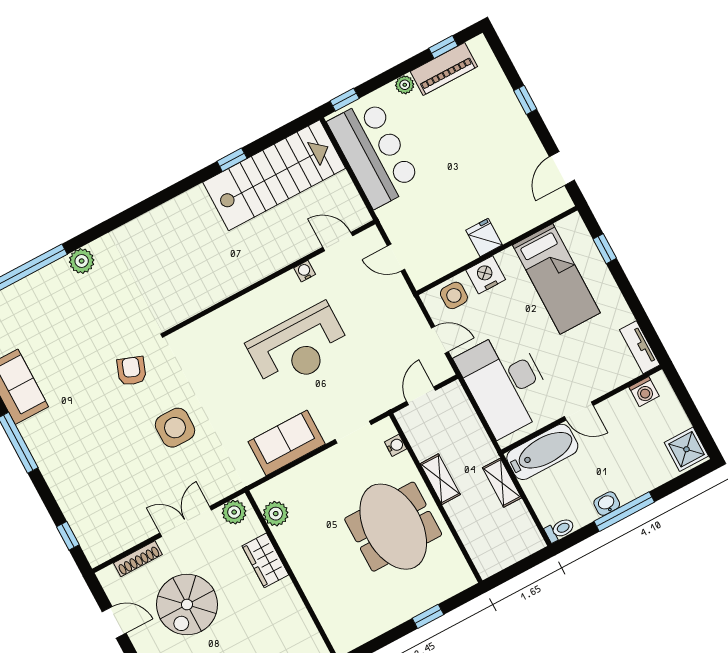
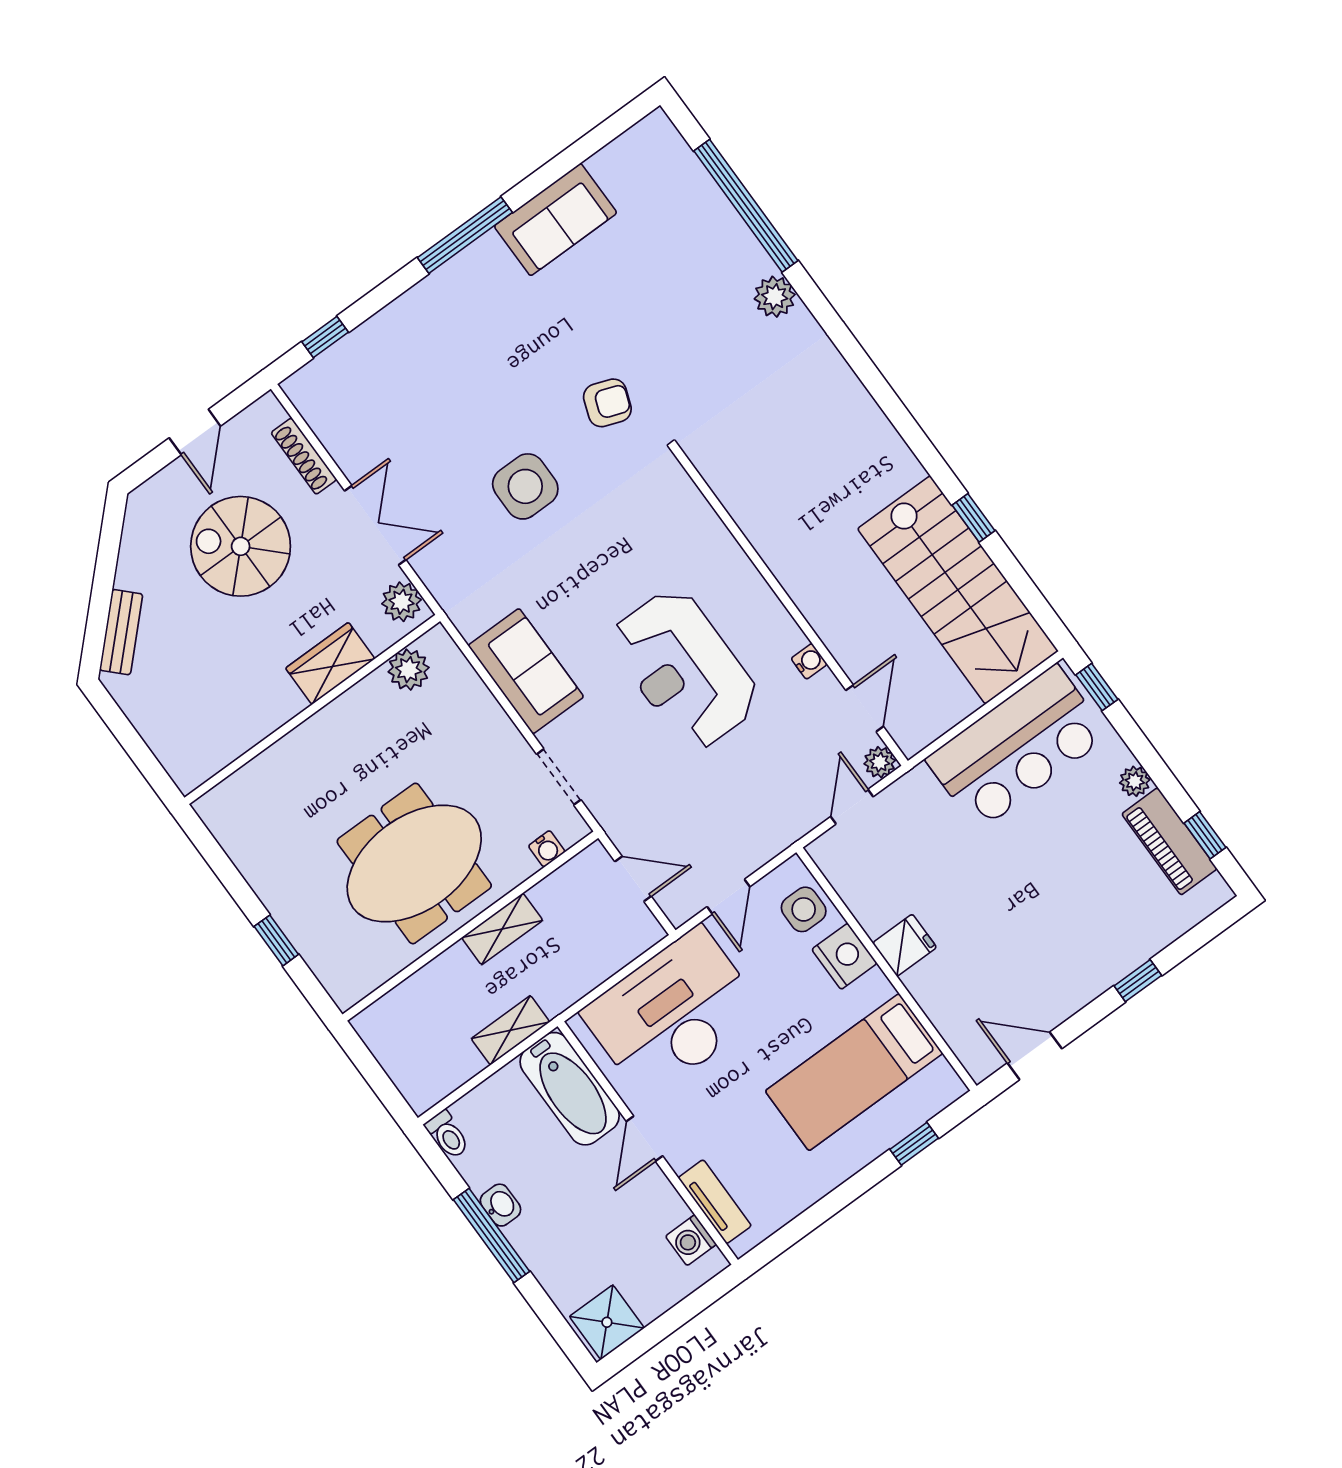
plant: (371, 237) -> (880, 762), added
tv unit: (640, 347) -> (715, 1202), moved, turned 90

